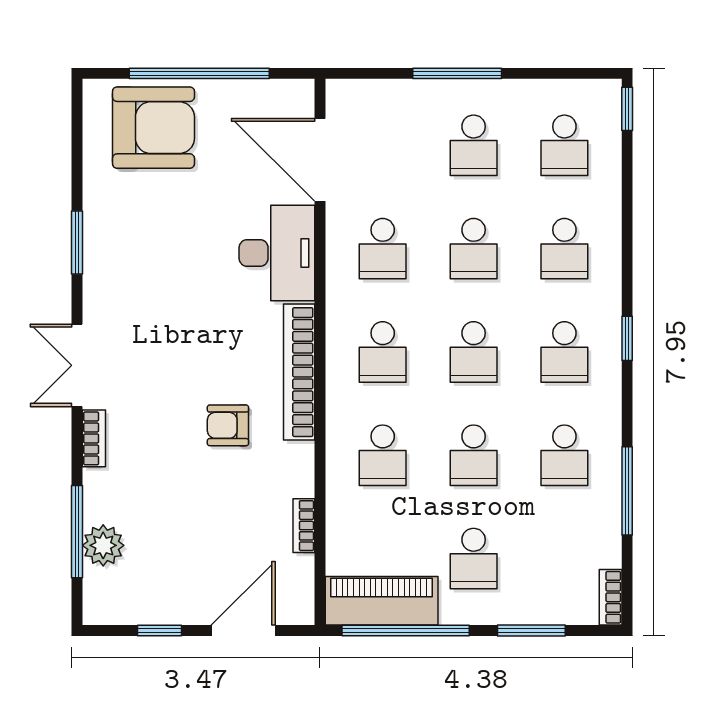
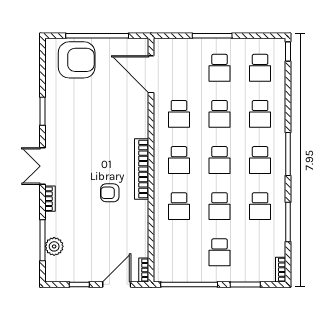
desk: (277, 253) -> (132, 116), removed
window: (627, 338) -> (288, 154), width x2.17
bookcase: (304, 526) -> (144, 270), moved
piano: (382, 601) -> (178, 271), removed

